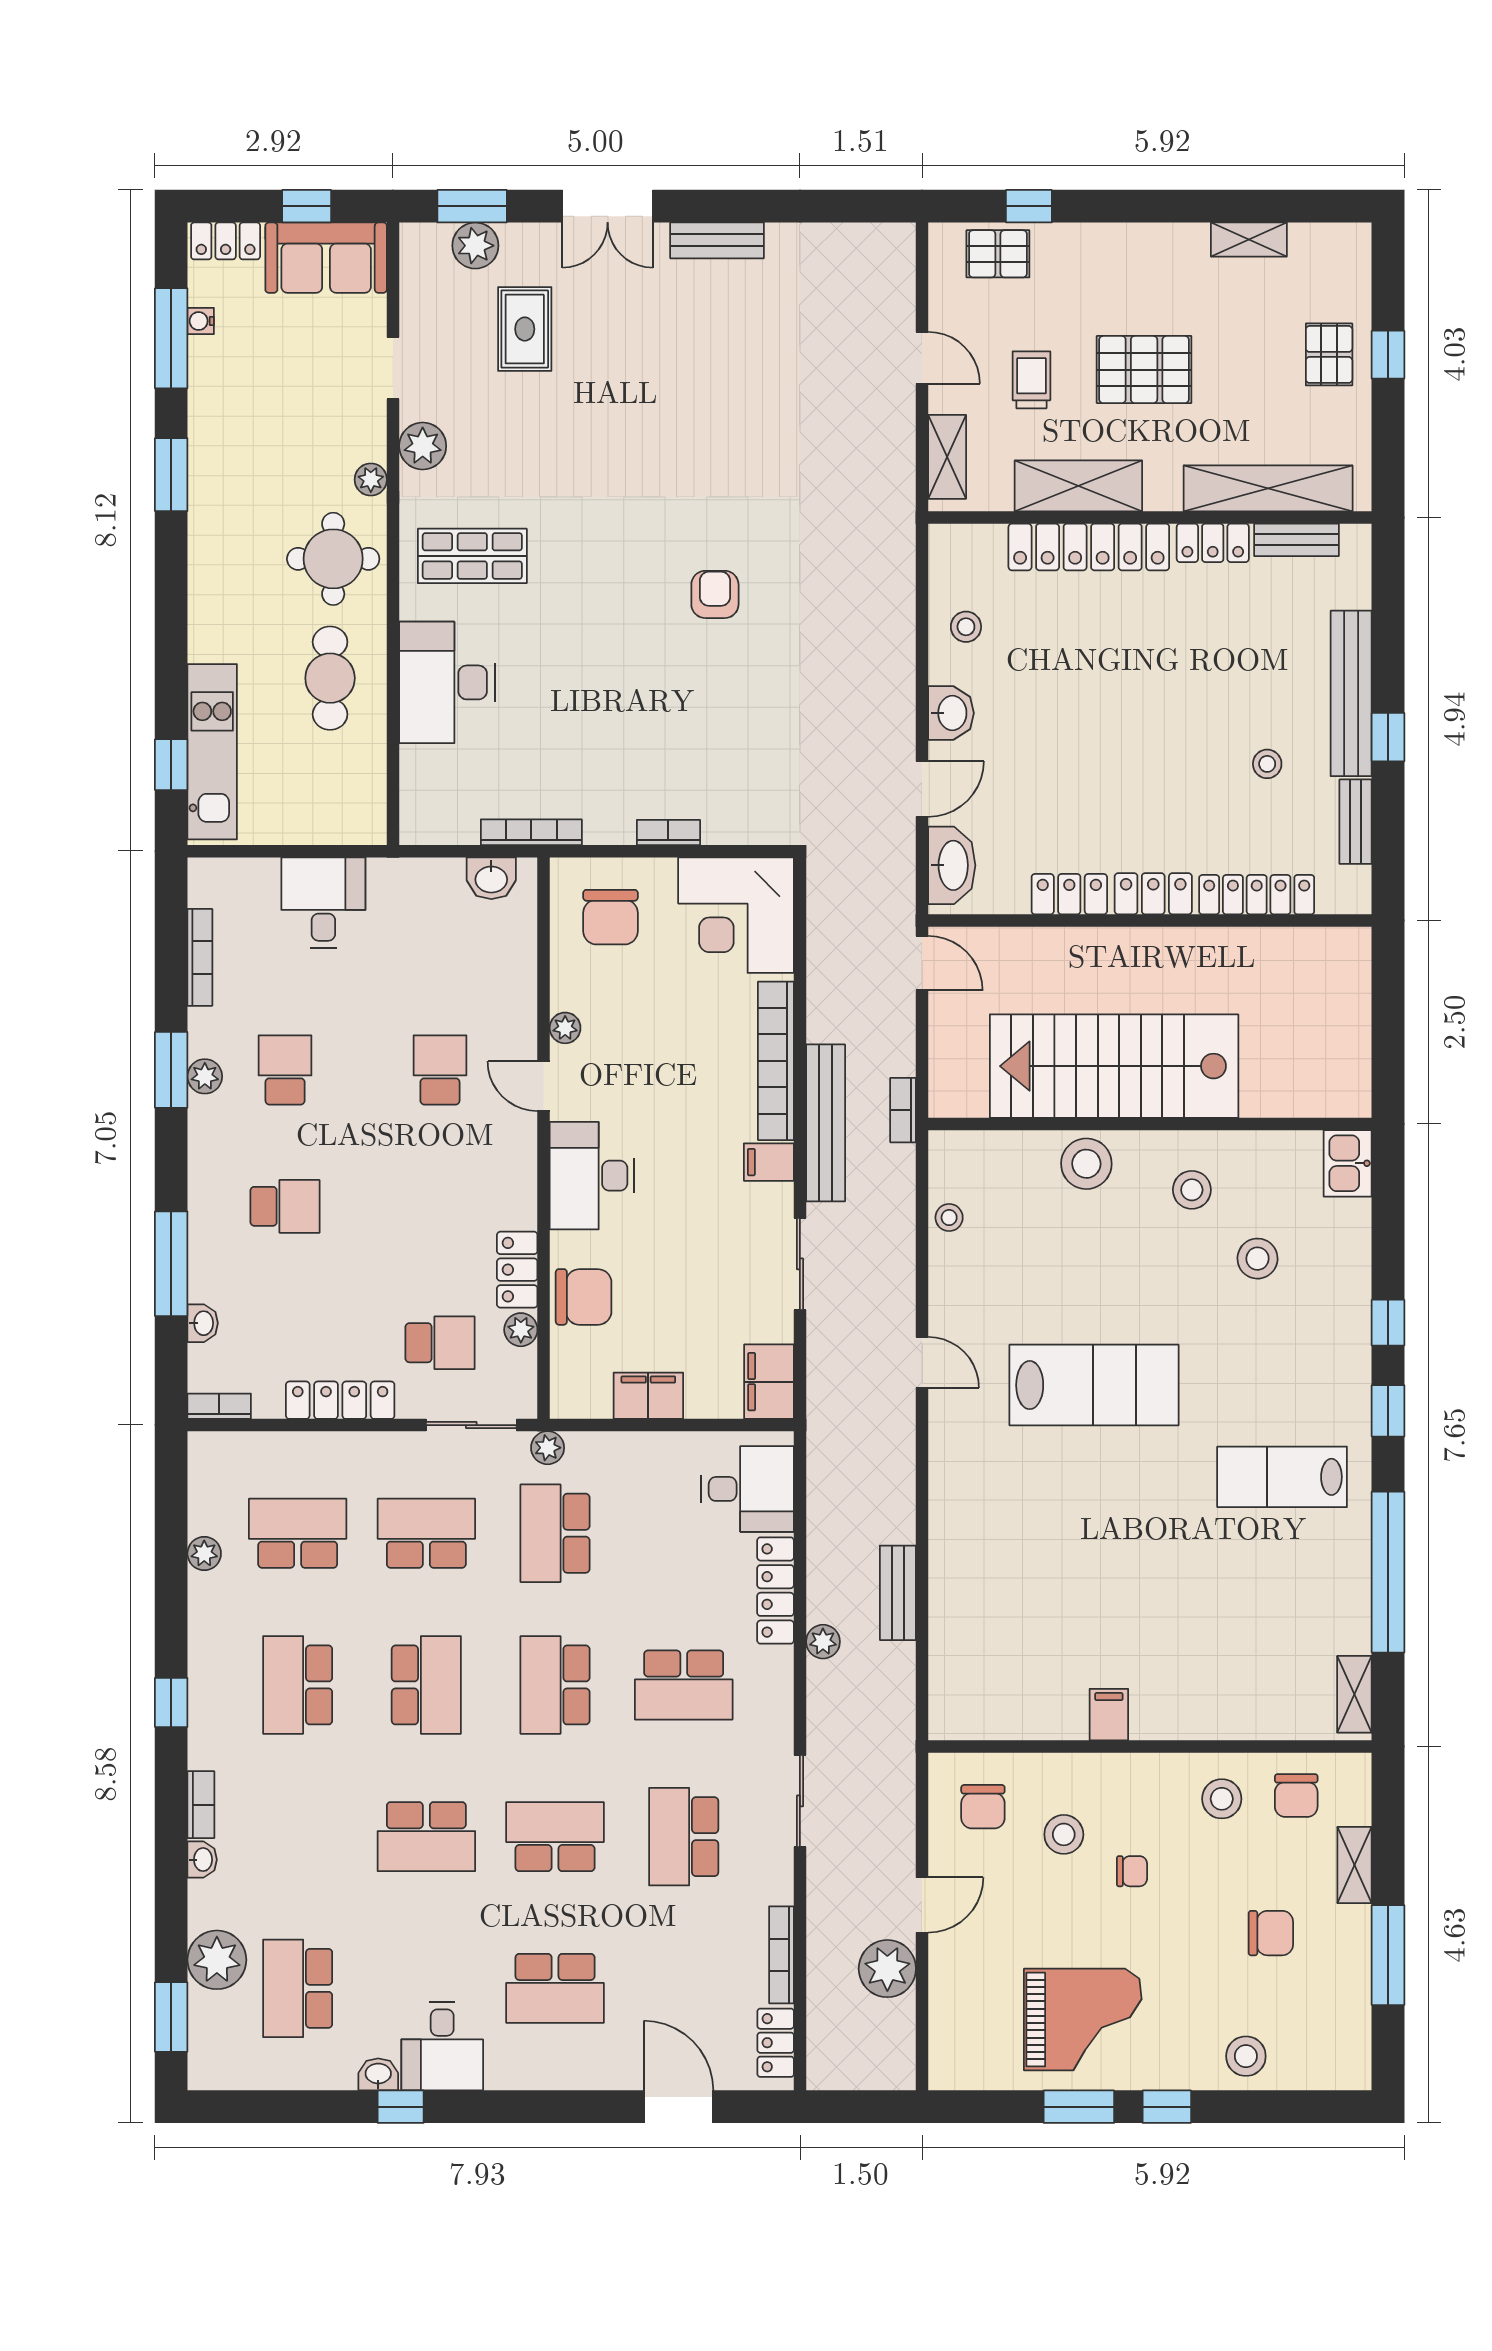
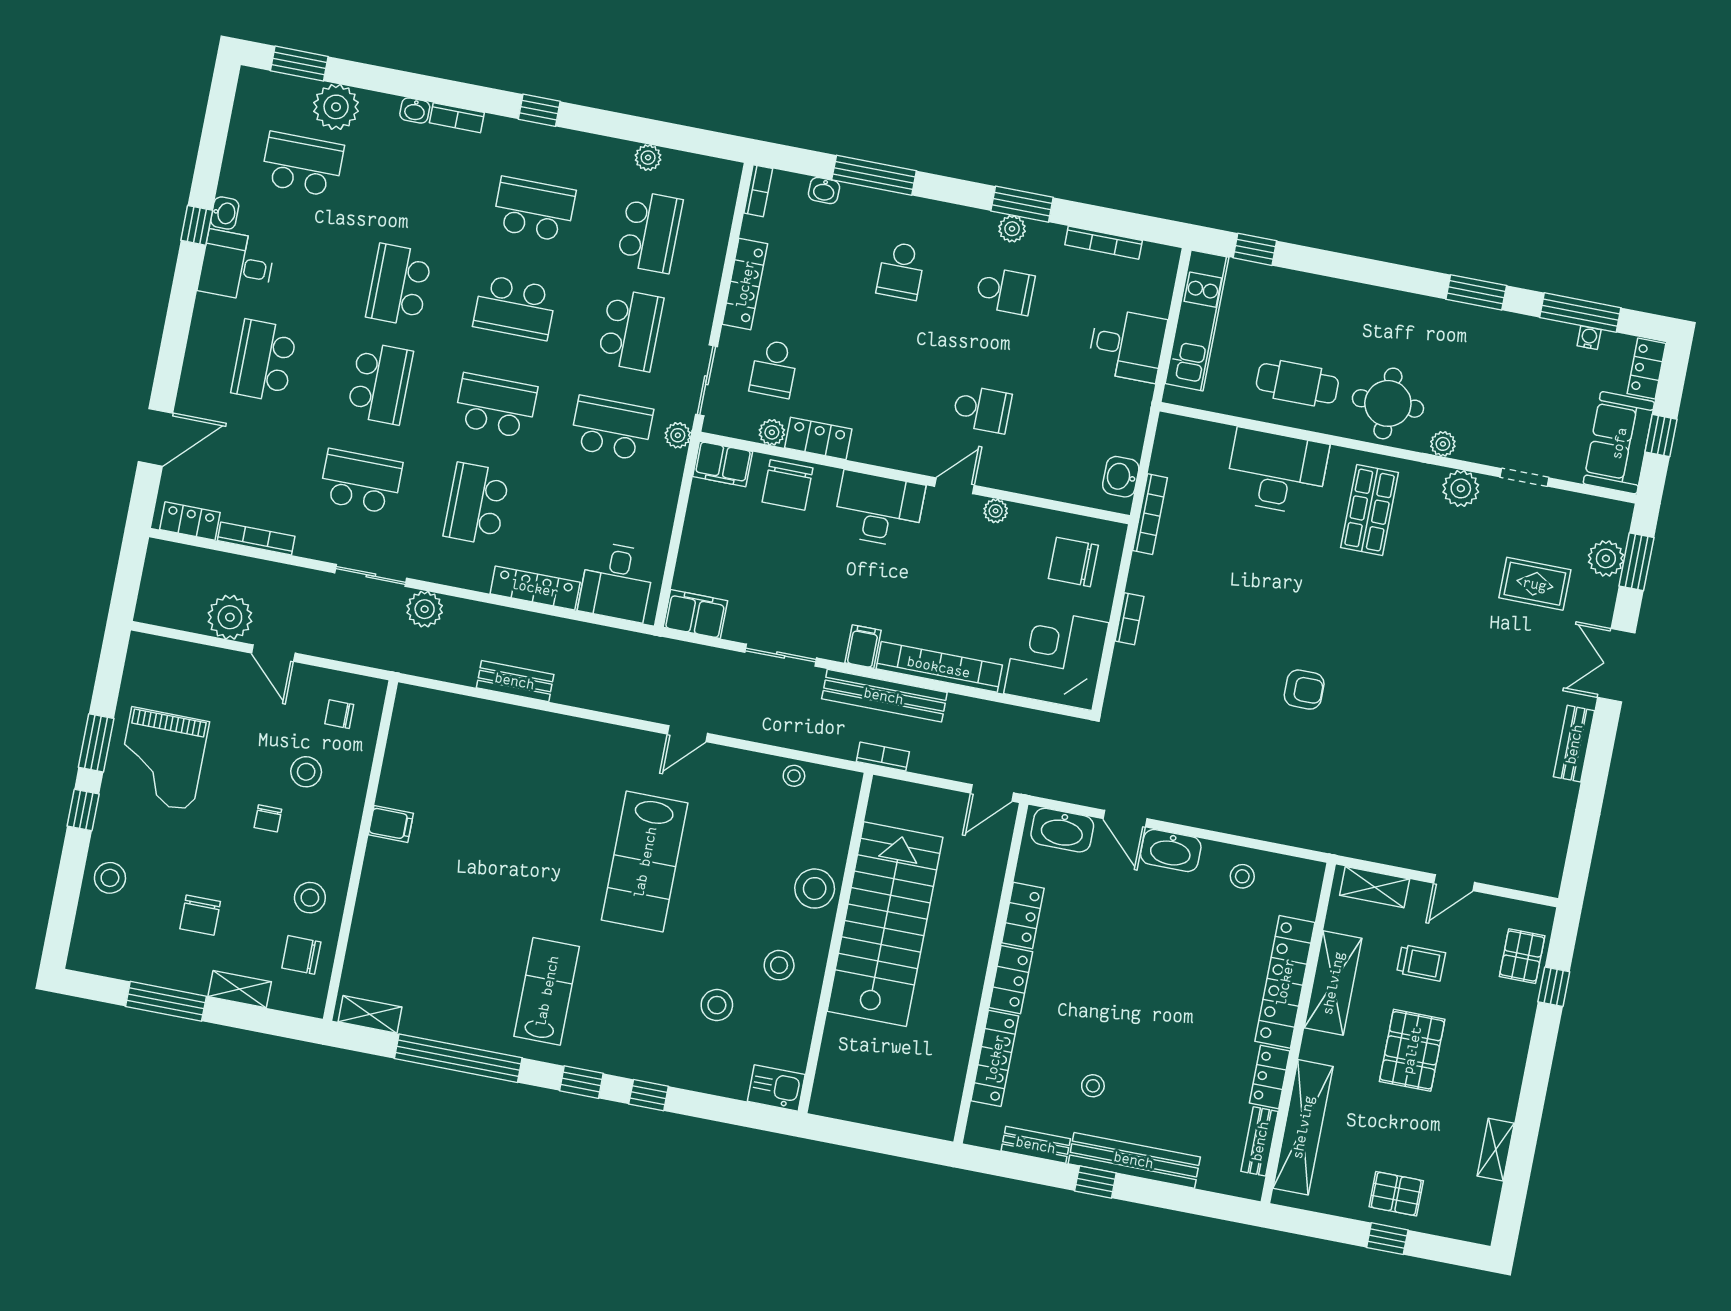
washbasin: (951, 713) -> (1171, 851), width x1.38
kitchen unit: (212, 752) -> (1197, 320), moved, turned -90
filing cabinet: (648, 1396) -> (723, 464), moved, turned 90
plant: (823, 1642) -> (425, 609), moved, width x1.38, depth x1.38
chair: (983, 1807) -> (339, 714), width x0.73, depth x0.73

